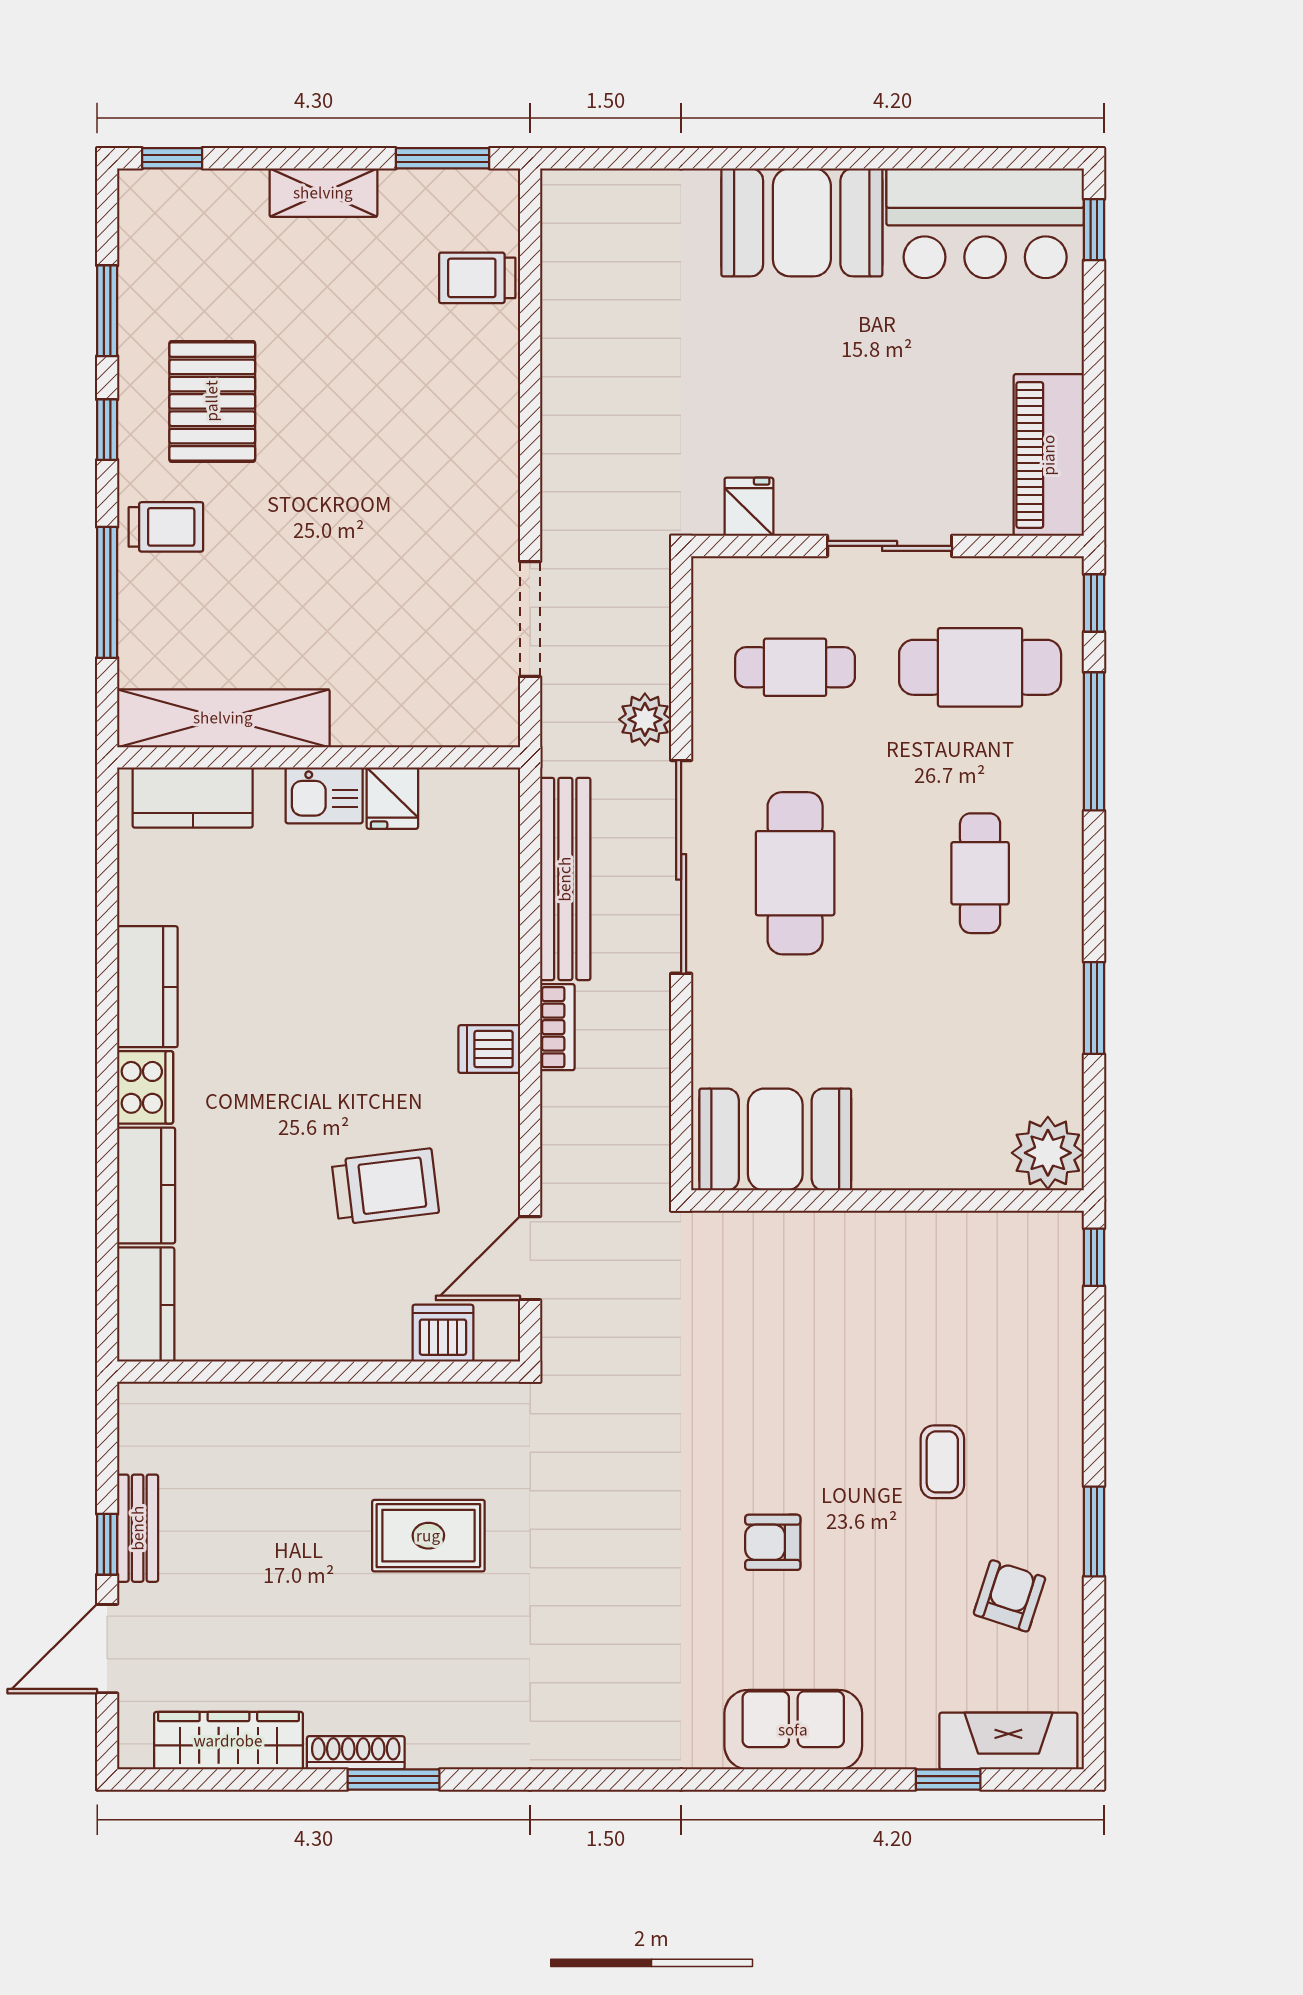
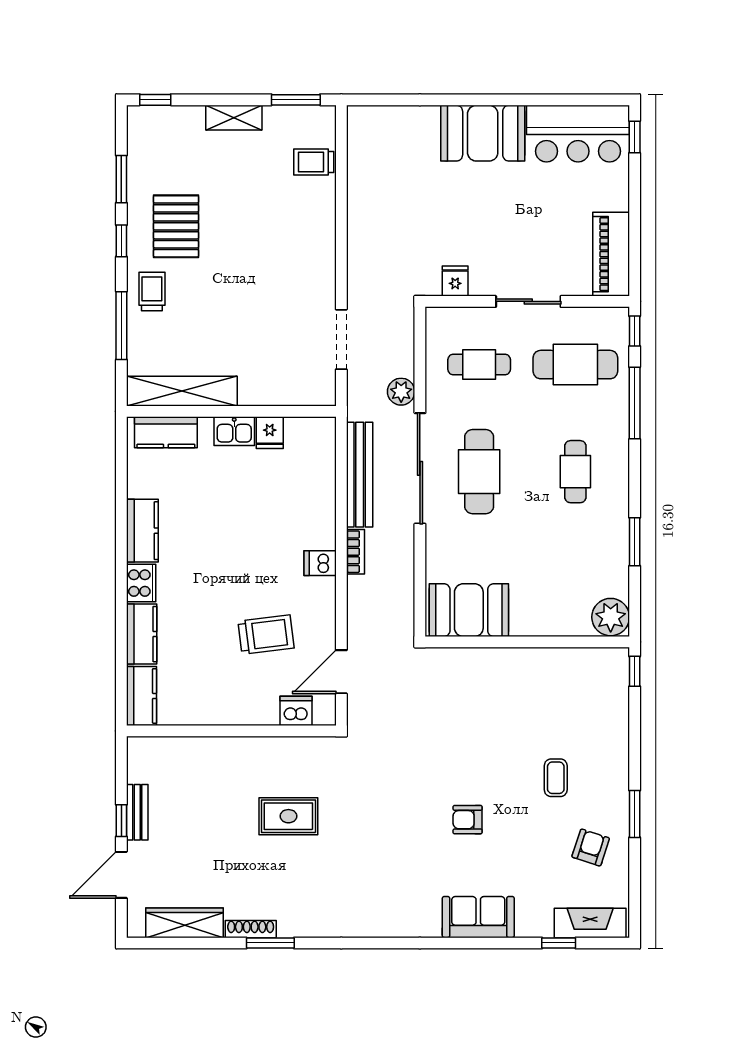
trolley: (166, 527) -> (152, 292), turned -90

